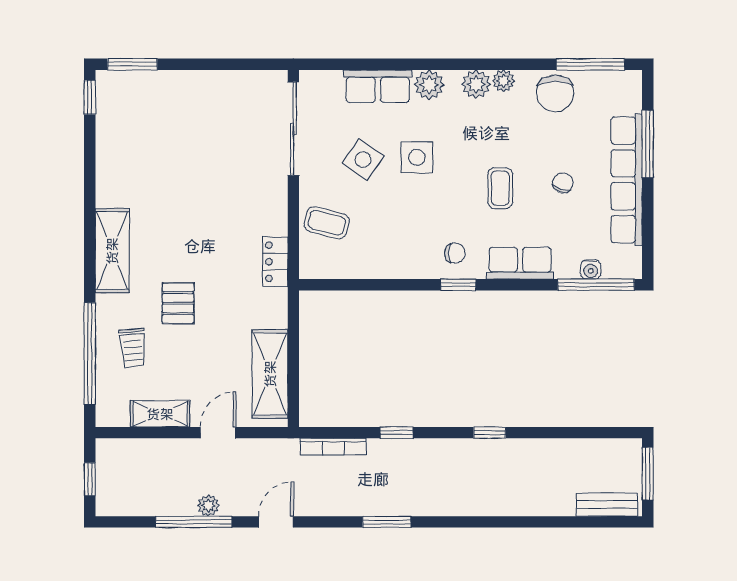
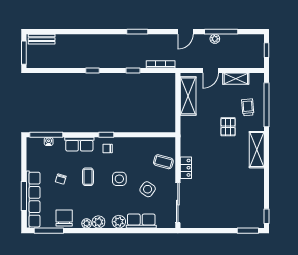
side table: (417, 157) -> (119, 179), moved
row of seats: (627, 180) -> (33, 200), moved
locker: (275, 262) -> (186, 168), moved

